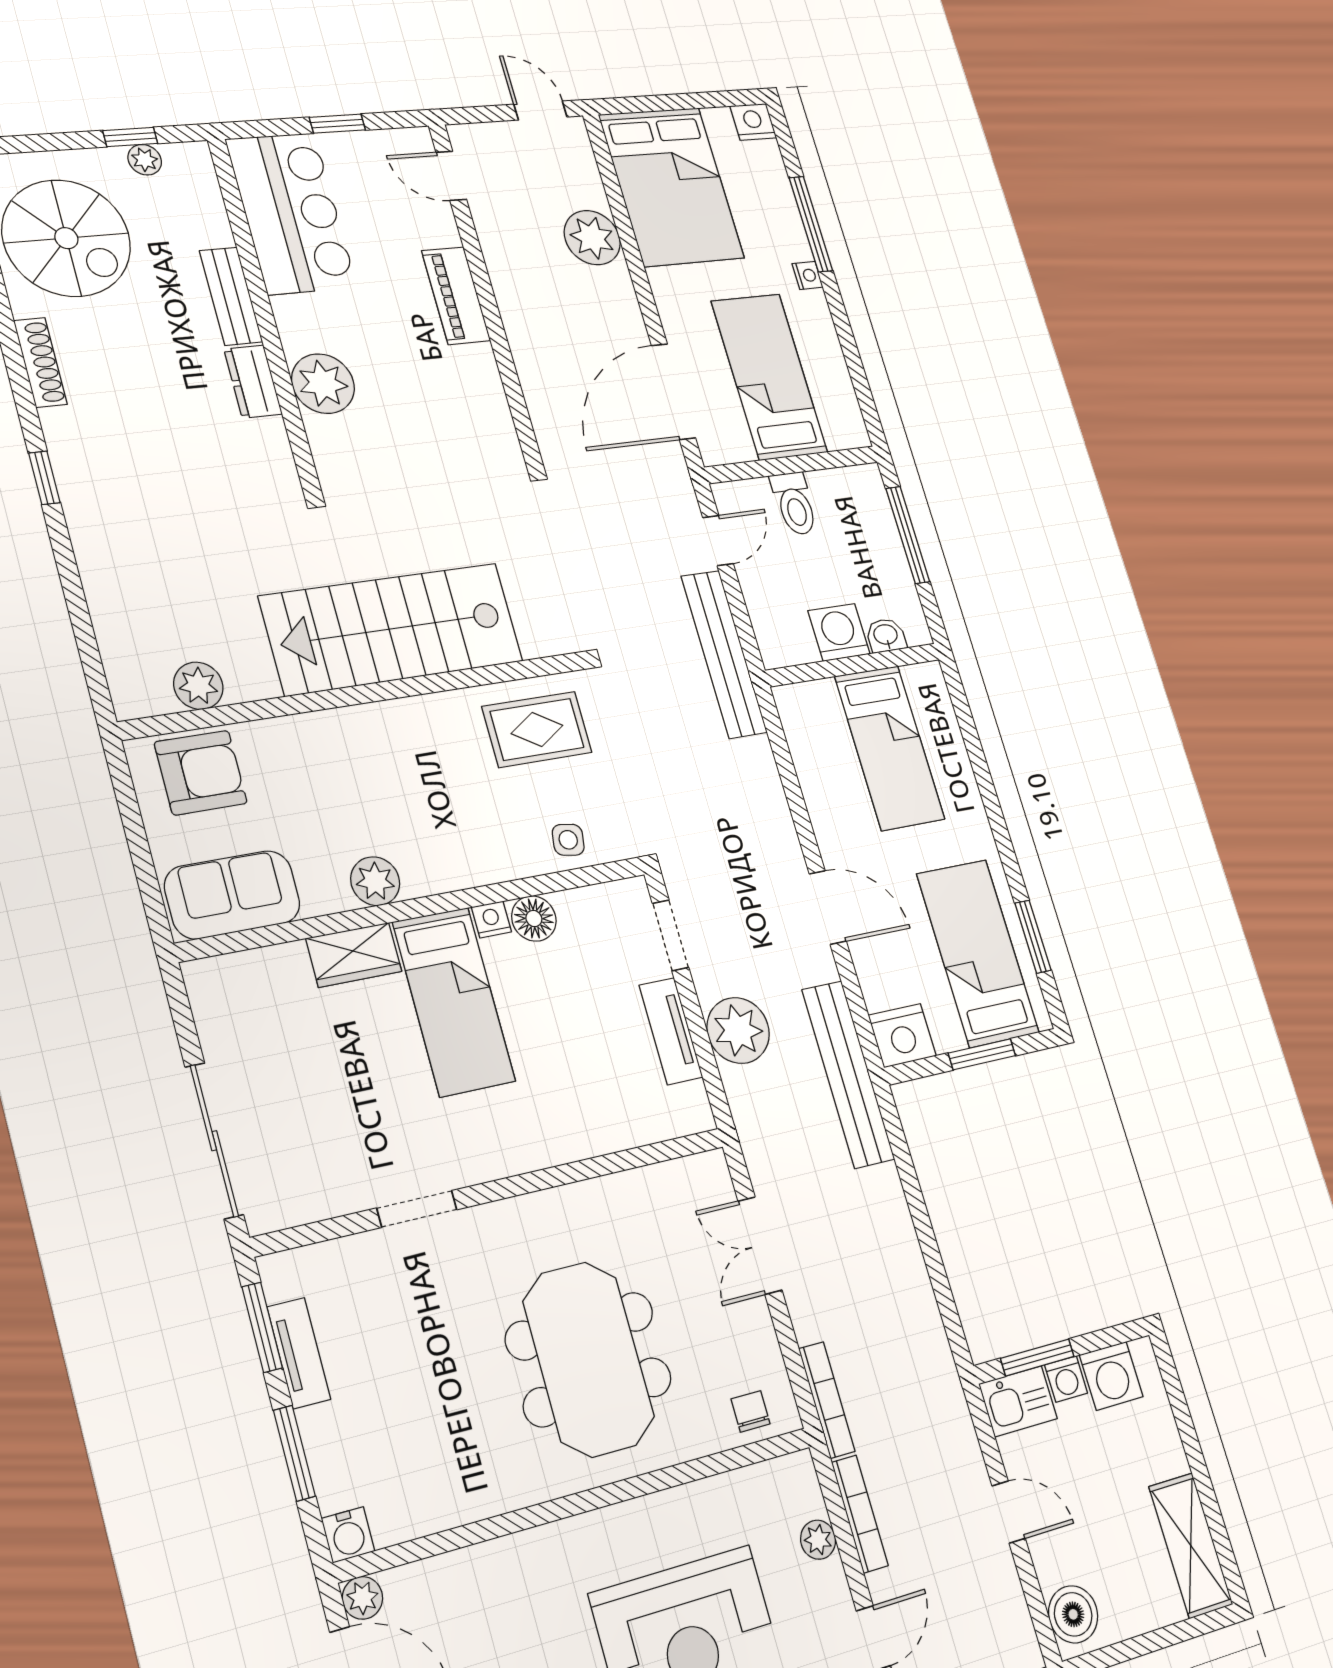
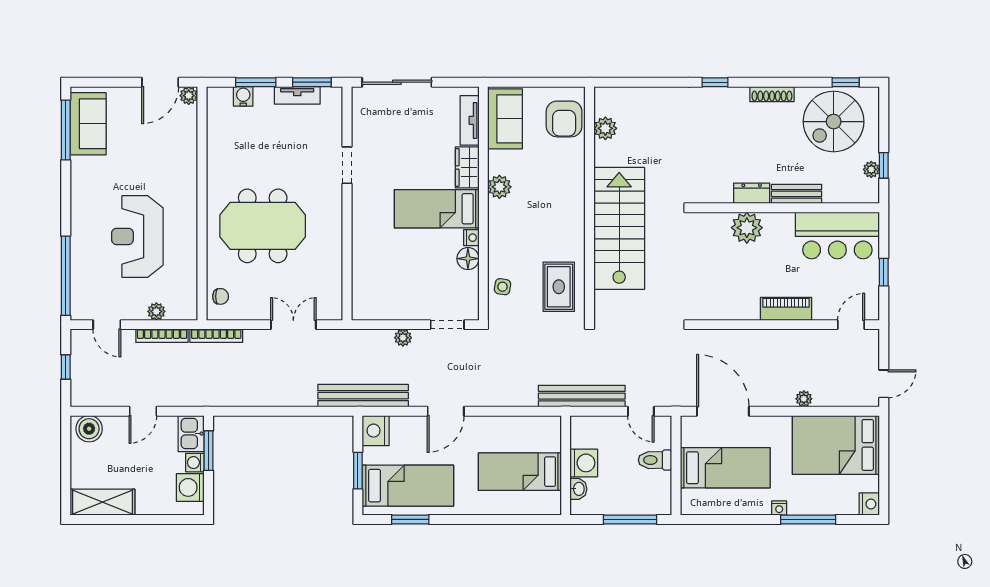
plant: (592, 238) -> (804, 399), width x0.53, depth x0.53
plant: (738, 1030) -> (403, 338), width x0.53, depth x0.53
tv unit: (671, 1031) -> (470, 120), moved, turned -90
water cooler: (348, 1535) -> (243, 96), moved, turned 90

